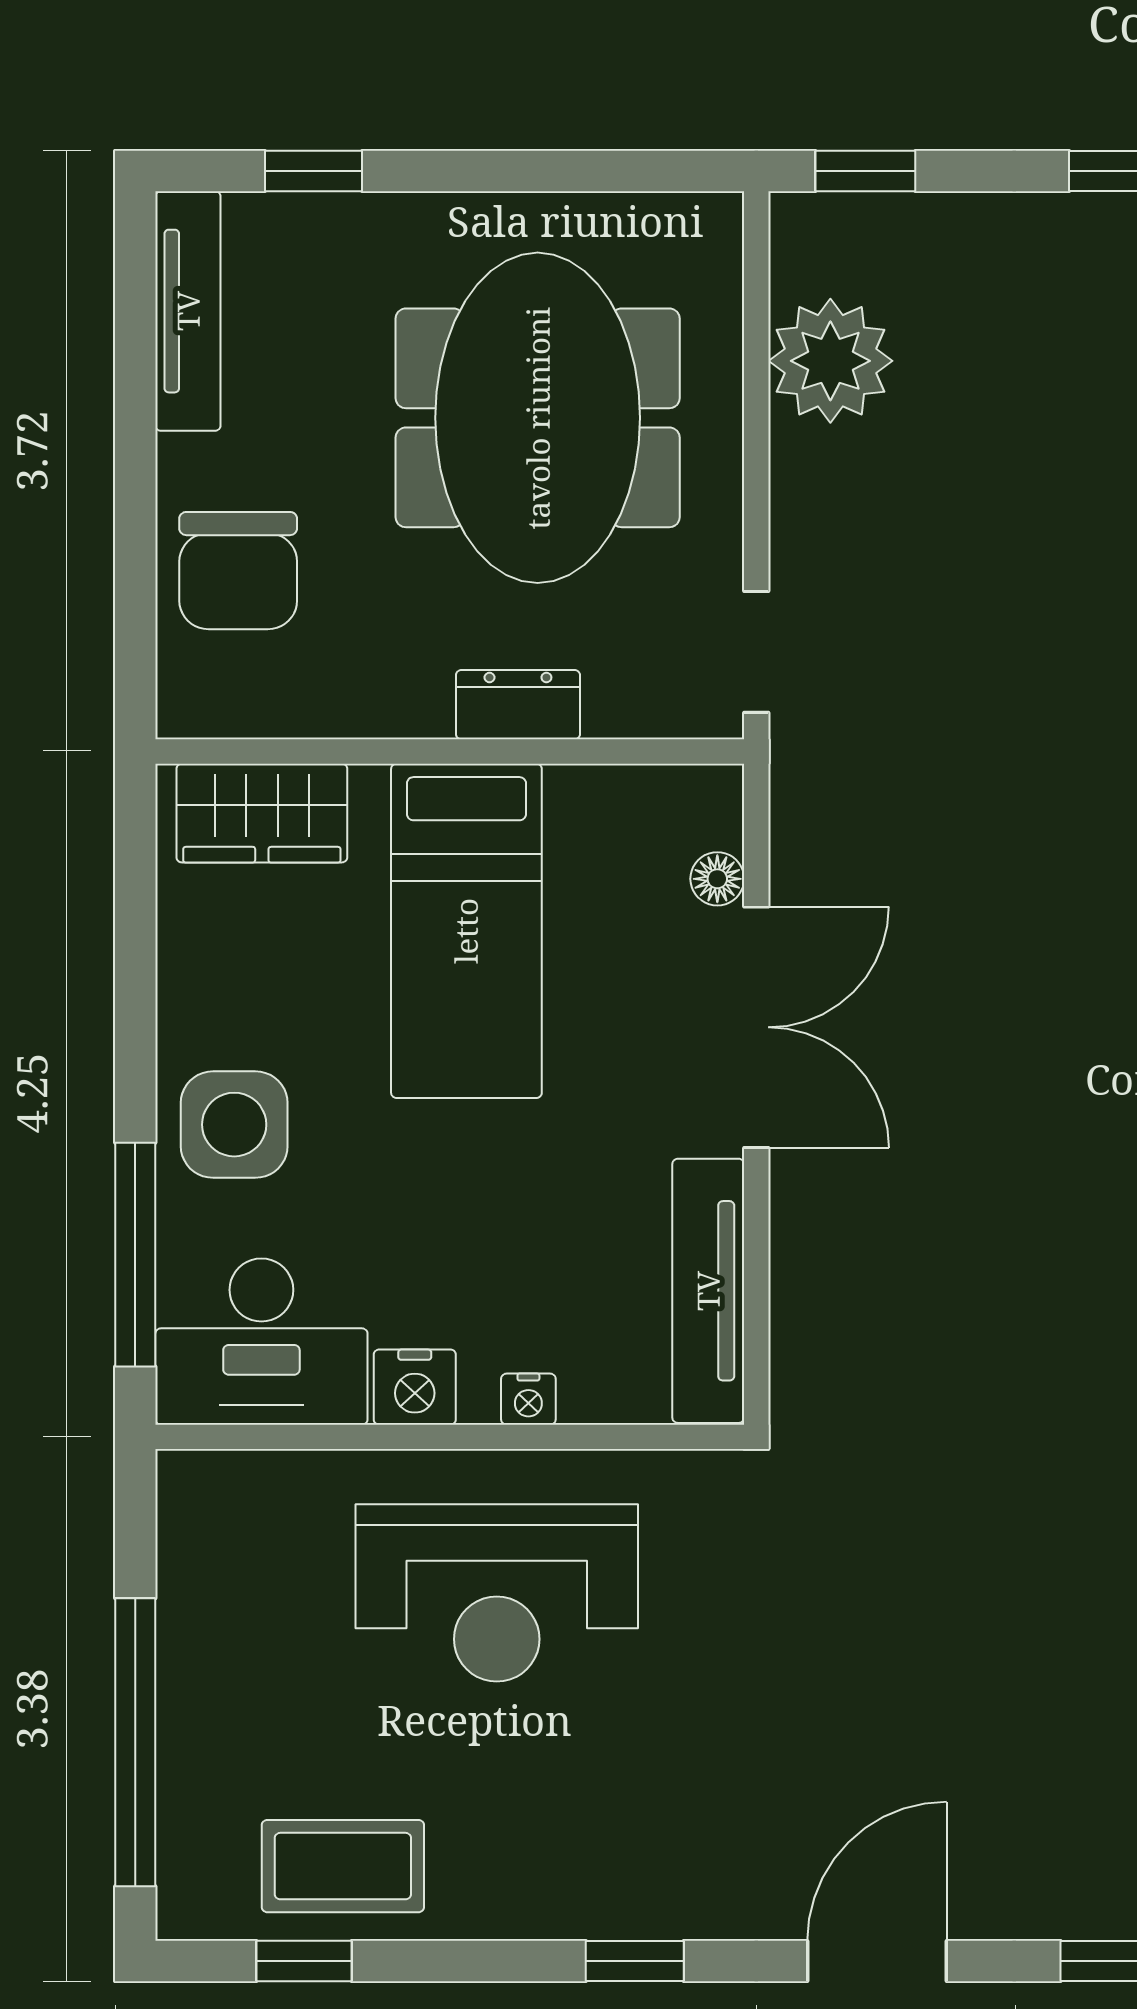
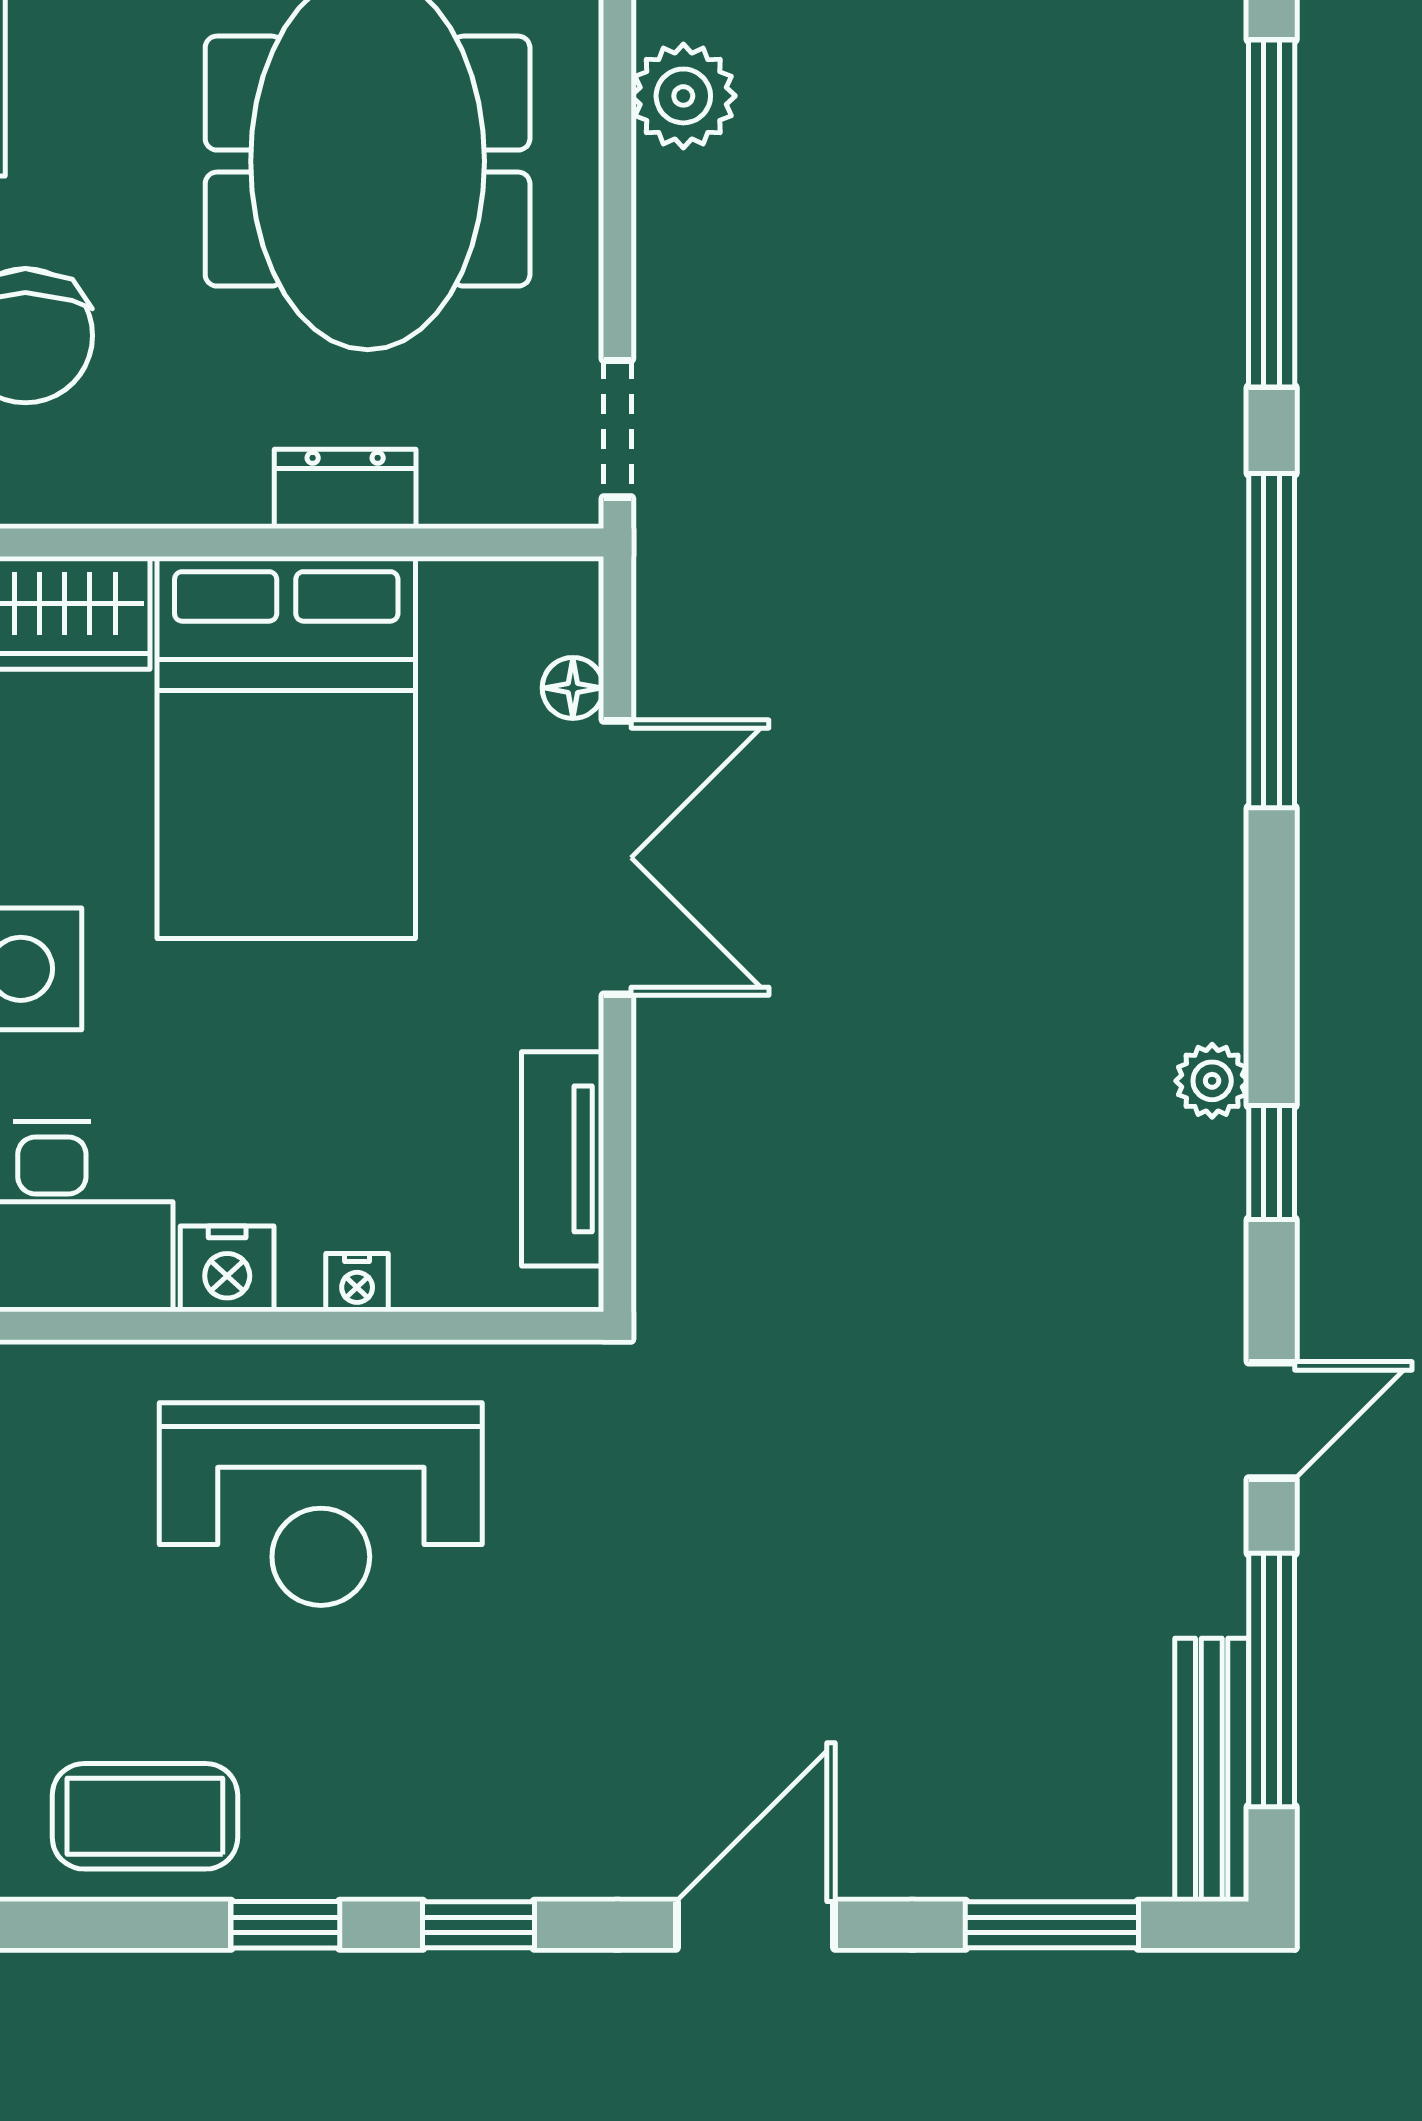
plant: (830, 361) -> (683, 96), width x0.73, depth x0.73
bed: (466, 931) -> (286, 747), width x1.50
tv unit: (708, 1291) -> (563, 1159), width x0.71
window: (304, 1961) -> (285, 1925), moved

